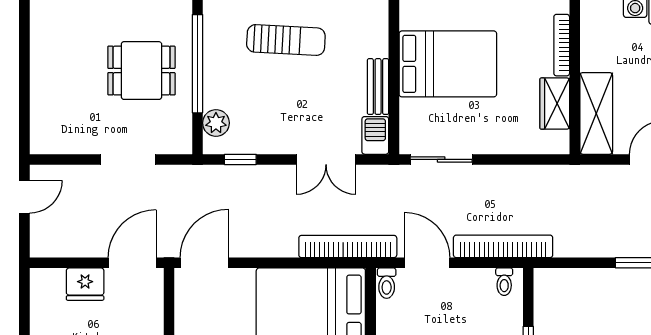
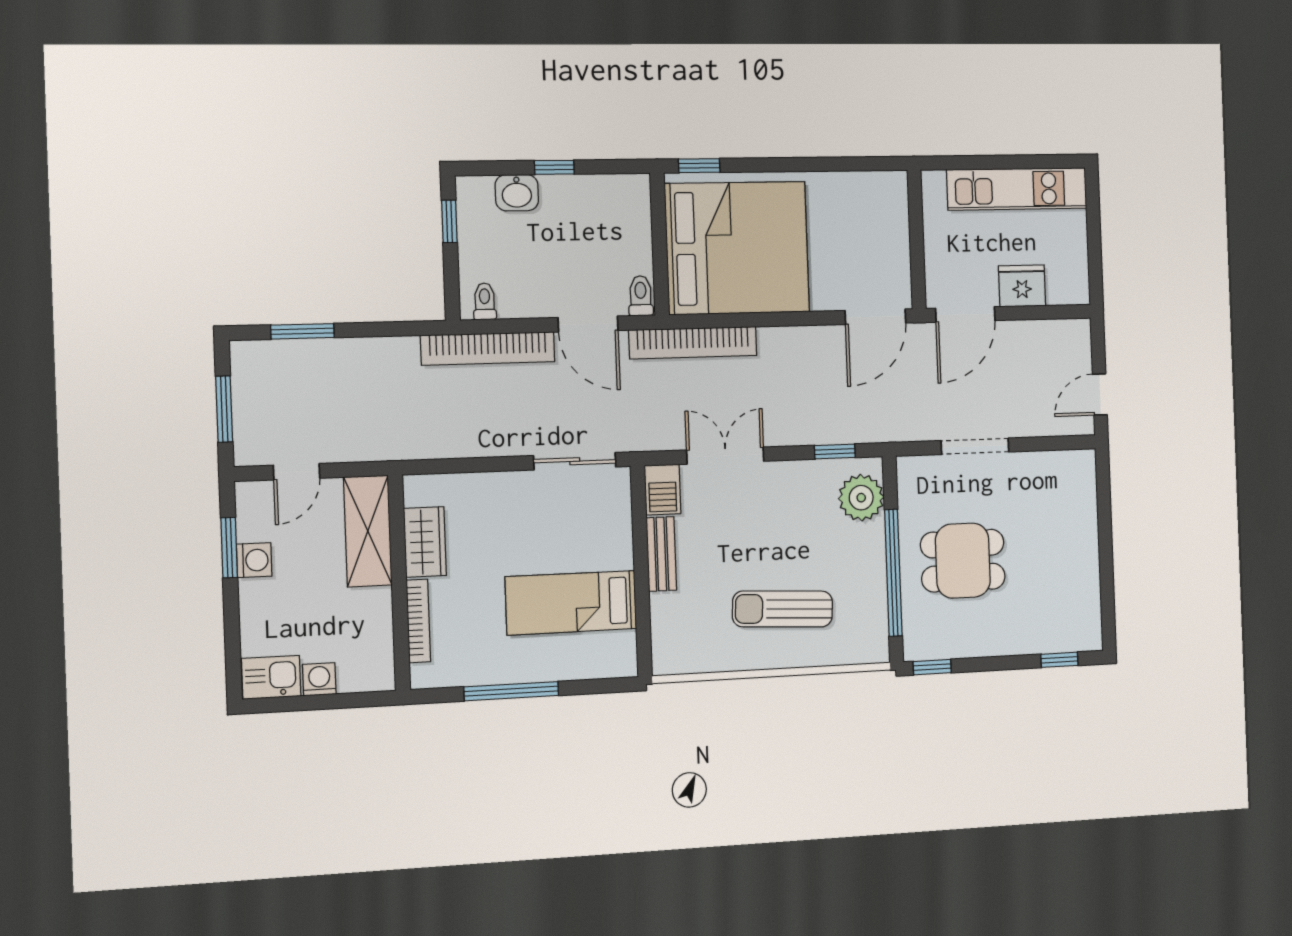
bed: (448, 64) -> (571, 603), width x0.67
plant: (216, 123) -> (861, 498), width x1.36, depth x1.36

